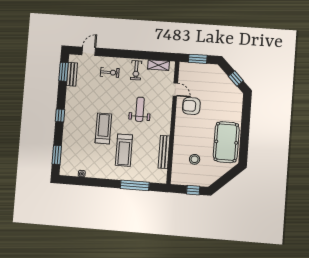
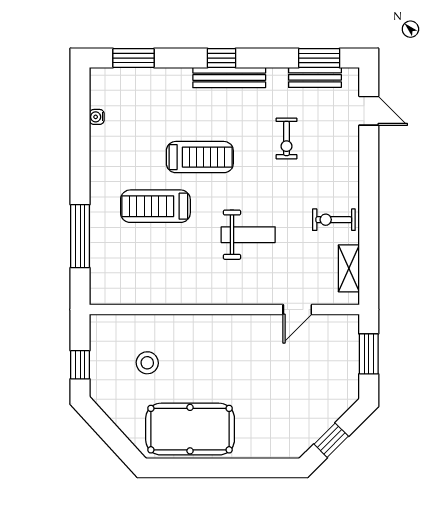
exercise bike: (110, 72) -> (286, 138), moved
armchair: (191, 106) -> (264, 347), removed
bench: (164, 152) -> (229, 78), moved

